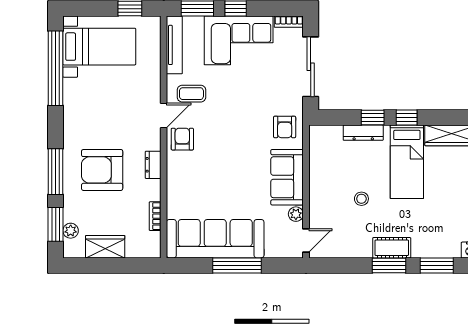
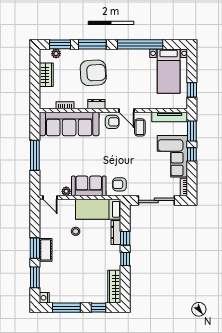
window: (56, 68) -> (140, 44), moved
bed: (407, 162) -> (98, 209), moved
armchair: (102, 170) -> (93, 73), turned 87
sofa: (215, 239) -> (69, 124), moved, turned 90

